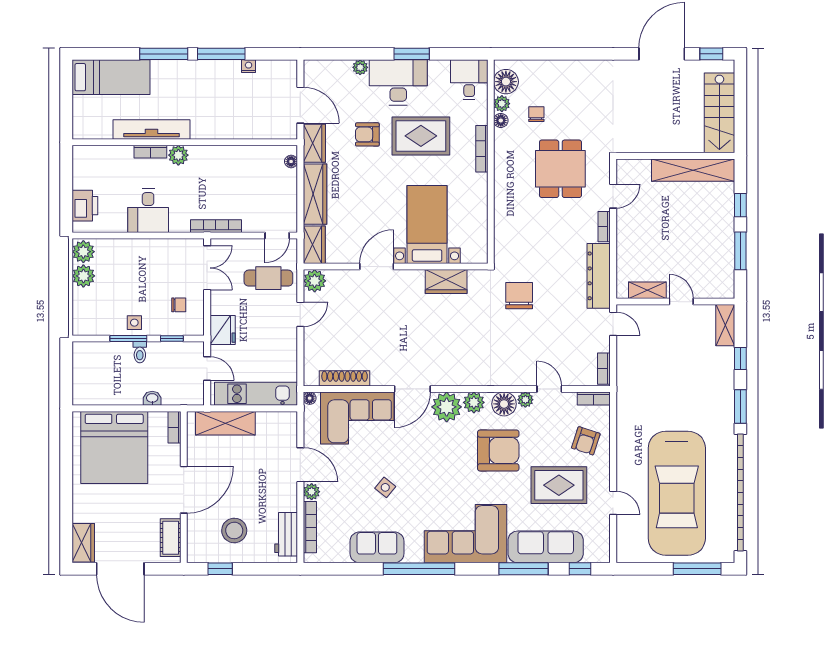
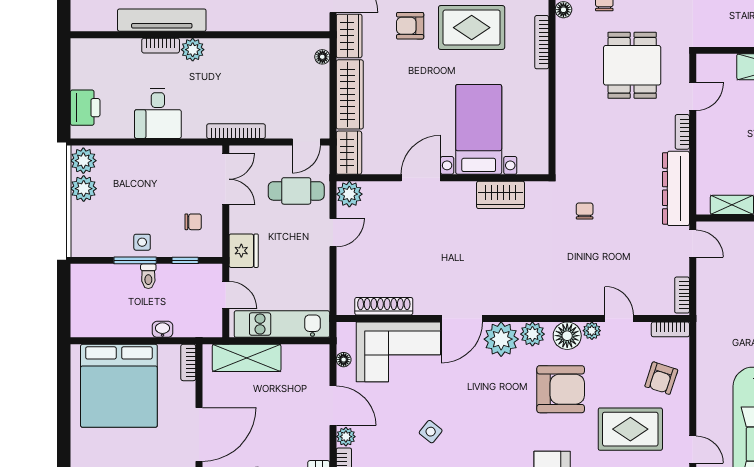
chair: (519, 296) -> (585, 211), width x0.54, depth x0.54
floor lamp: (310, 398) -> (344, 360), moved

